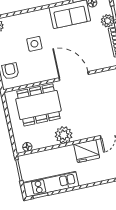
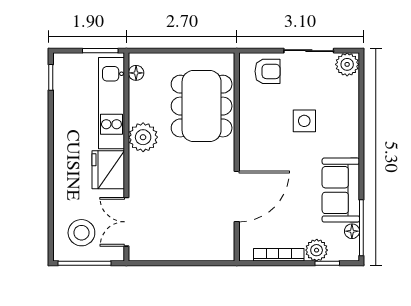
door: (74, 76) -> (237, 196), moved
kitchen unit: (51, 184) -> (111, 103), moved, turned 180

